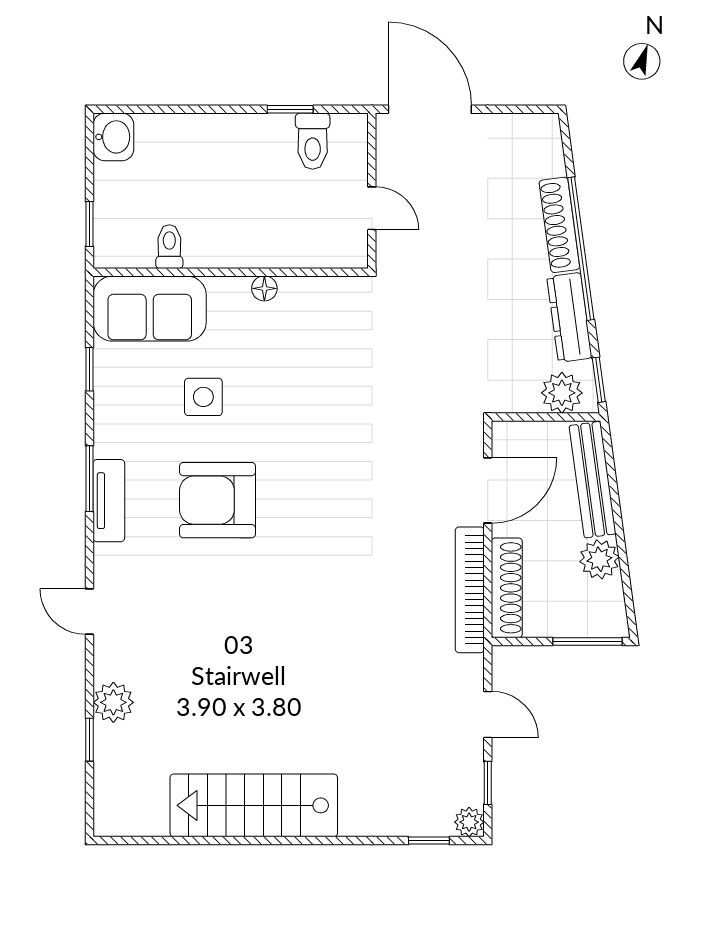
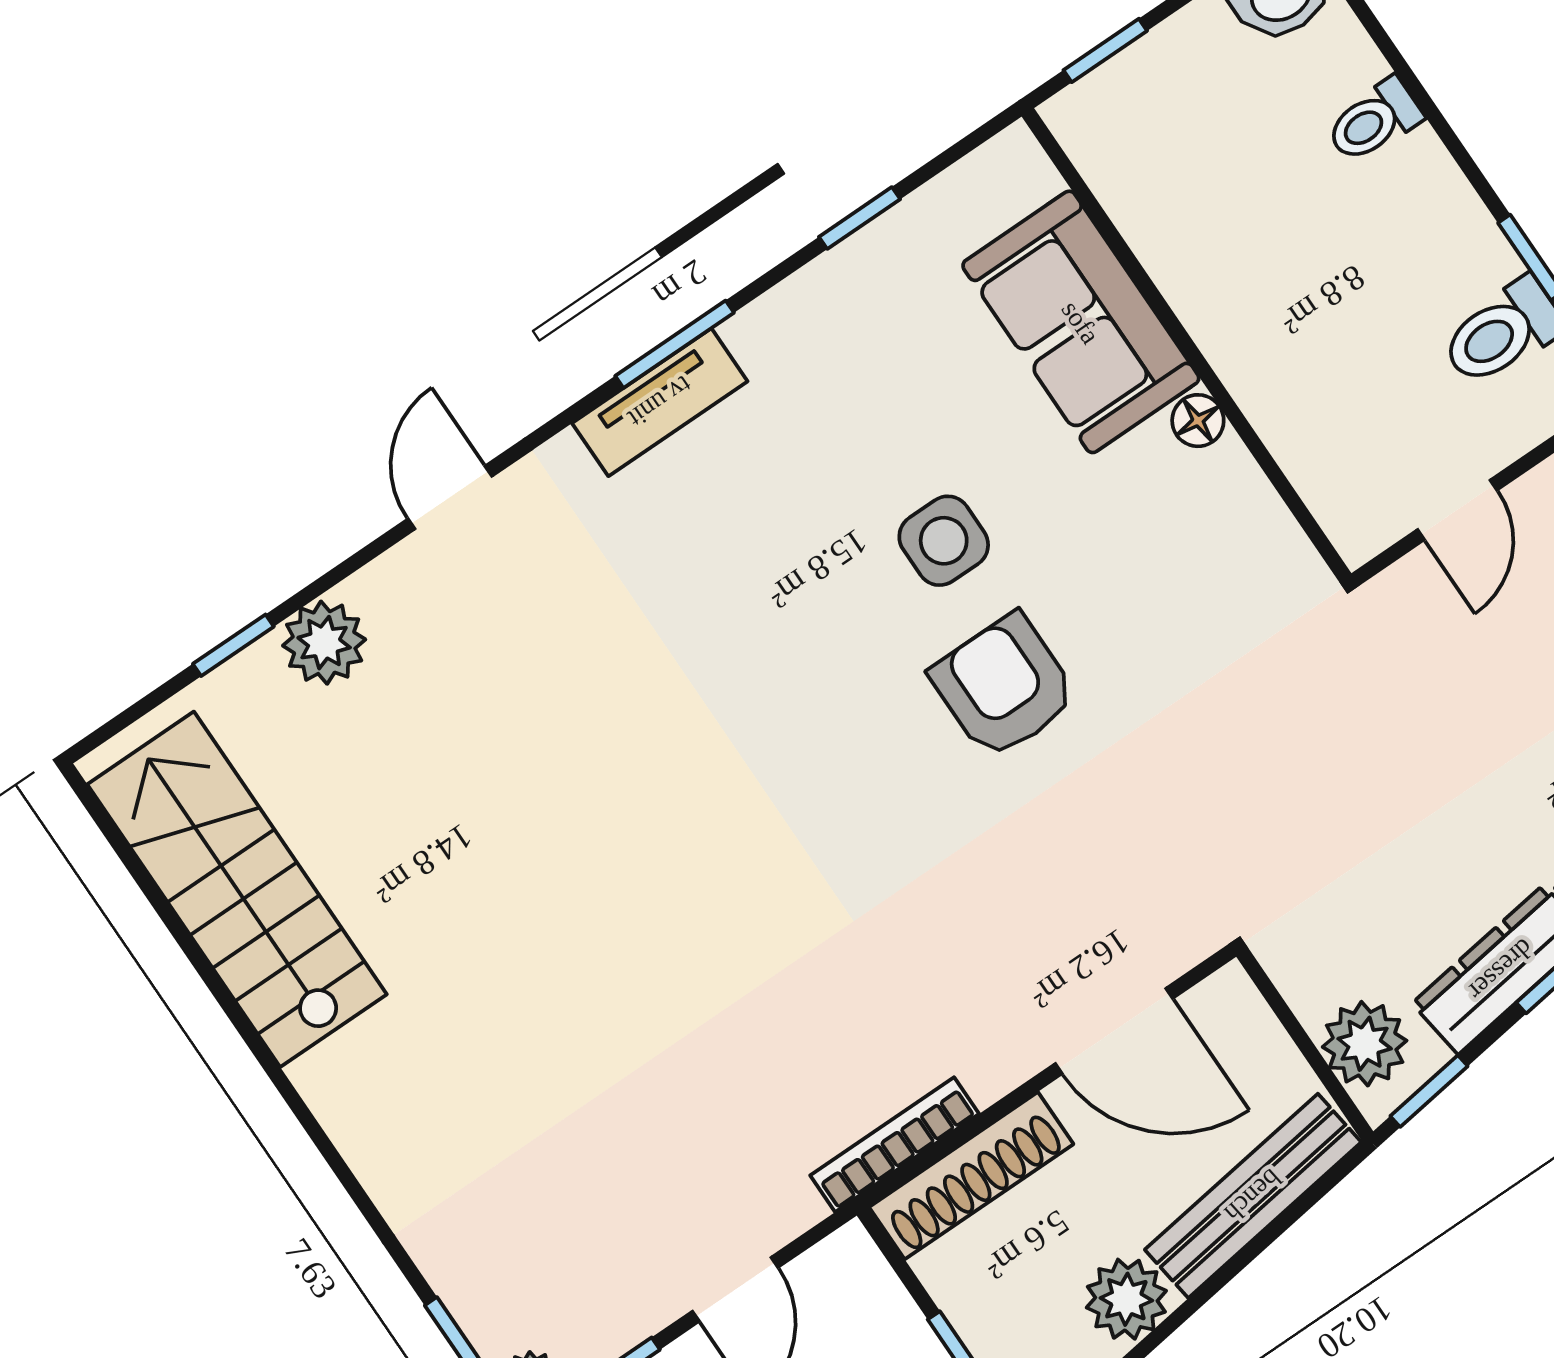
toilet: (169, 247) -> (1374, 121), moved, turned 180
sofa: (150, 309) -> (1081, 322), moved
side table: (203, 397) -> (944, 541), moved
armchair: (218, 500) -> (1004, 686), moved, width x0.73, depth x0.73
bookcase: (470, 590) -> (895, 1145), width x0.68, depth x0.76
stairs: (254, 805) -> (237, 889), moved

